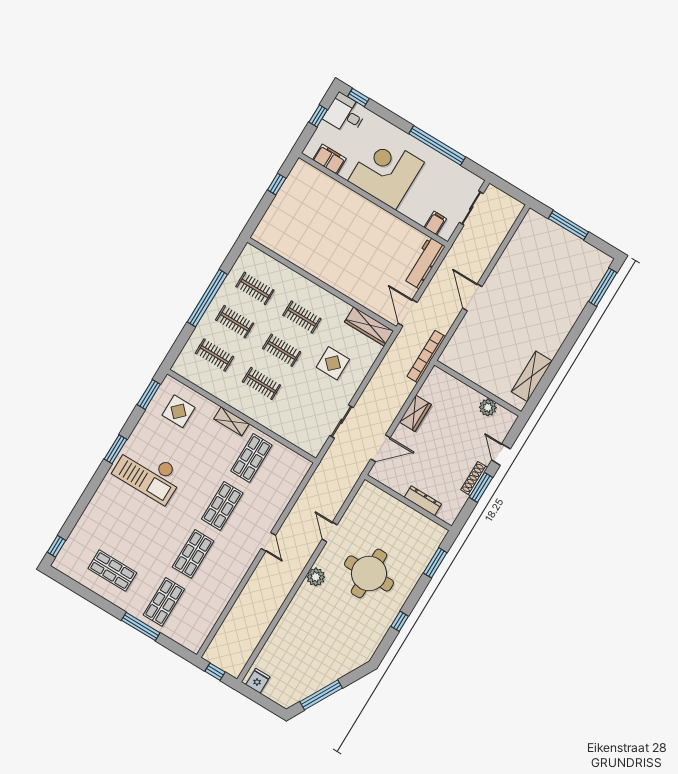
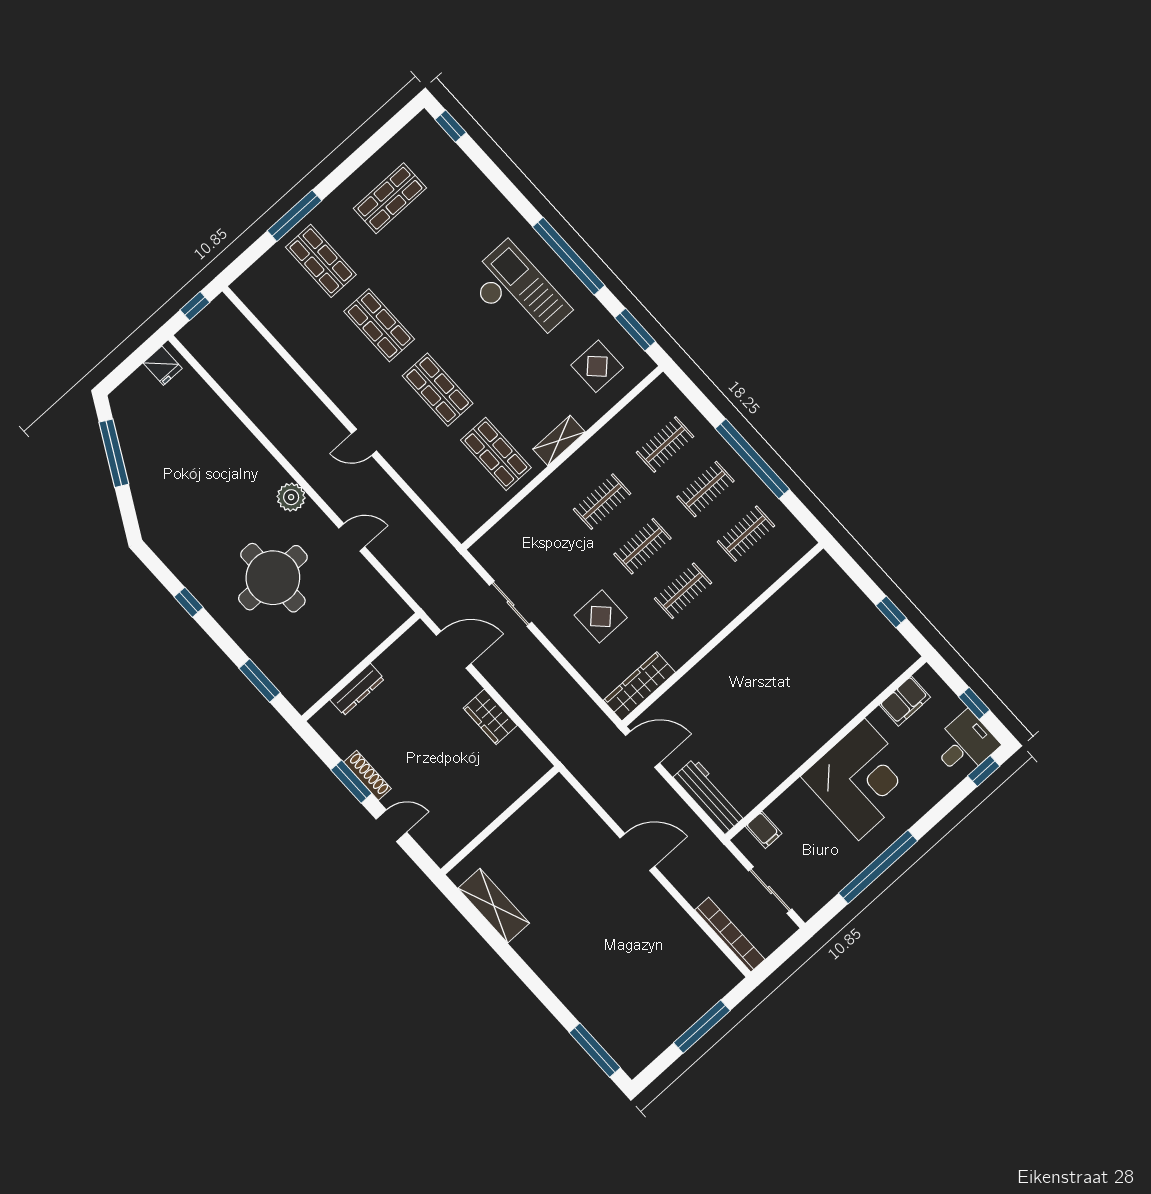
bookcase: (426, 356) -> (730, 935), moved
plant: (488, 407) -> (467, 827), removed
door: (380, 448) -> (454, 650), swing flipped
window: (115, 449) -> (569, 256), width x2.11
checkout: (148, 473) -> (518, 294), turned 90

